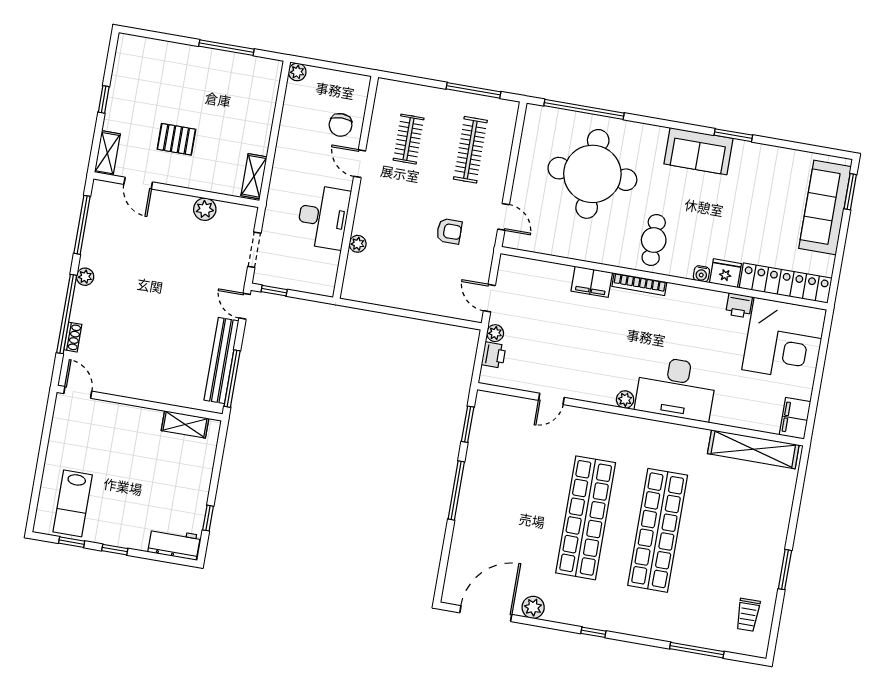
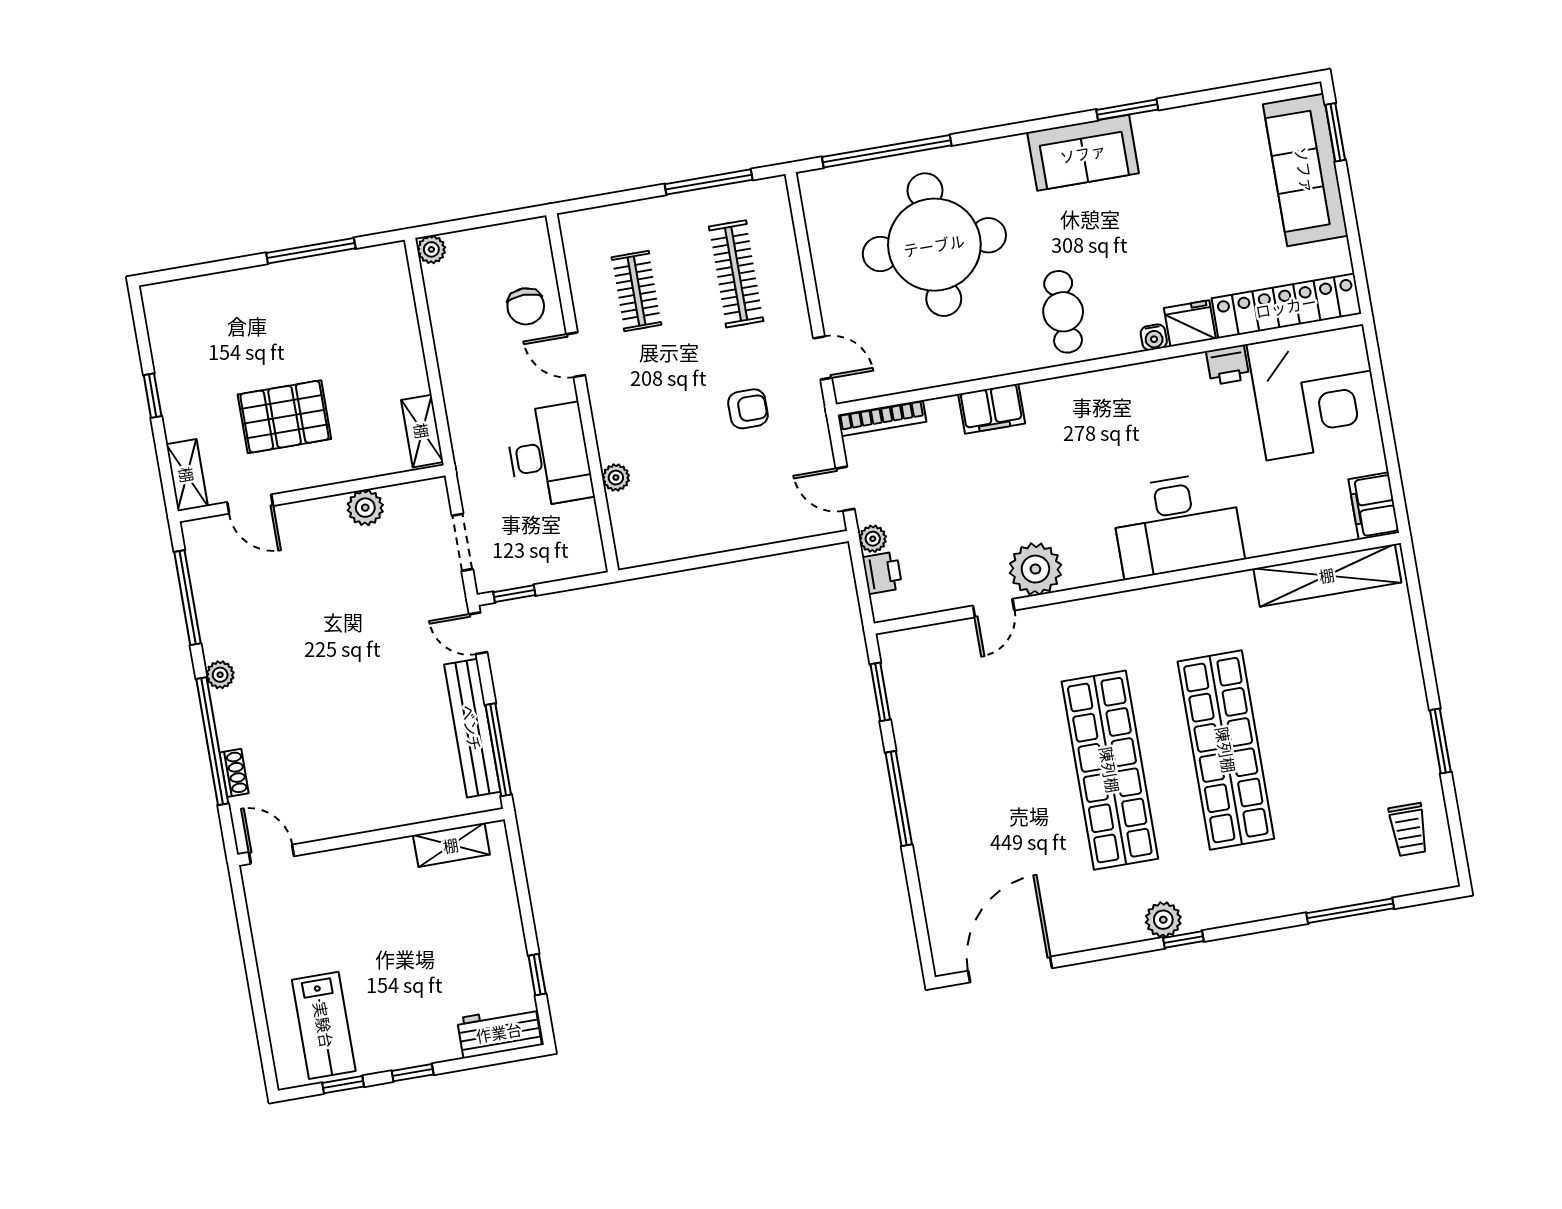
pallet: (176, 139) -> (284, 417), width x1.50, depth x1.42
bookcase: (639, 284) -> (882, 418), moved
plant: (625, 400) -> (1035, 569), moved, width x1.87, depth x1.87
plant: (533, 607) -> (1163, 920), moved

